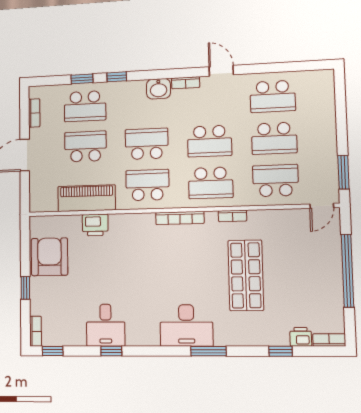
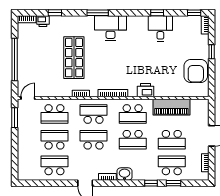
printer: (95, 225) -> (146, 90), moved

